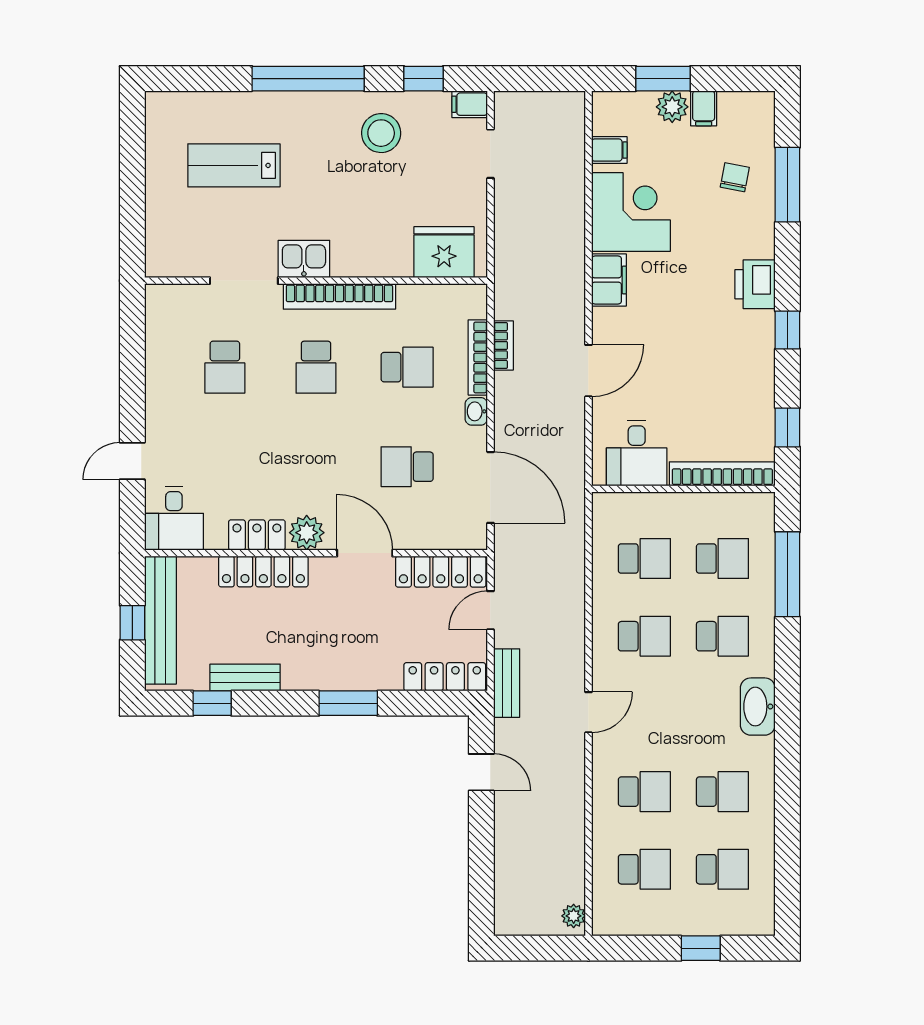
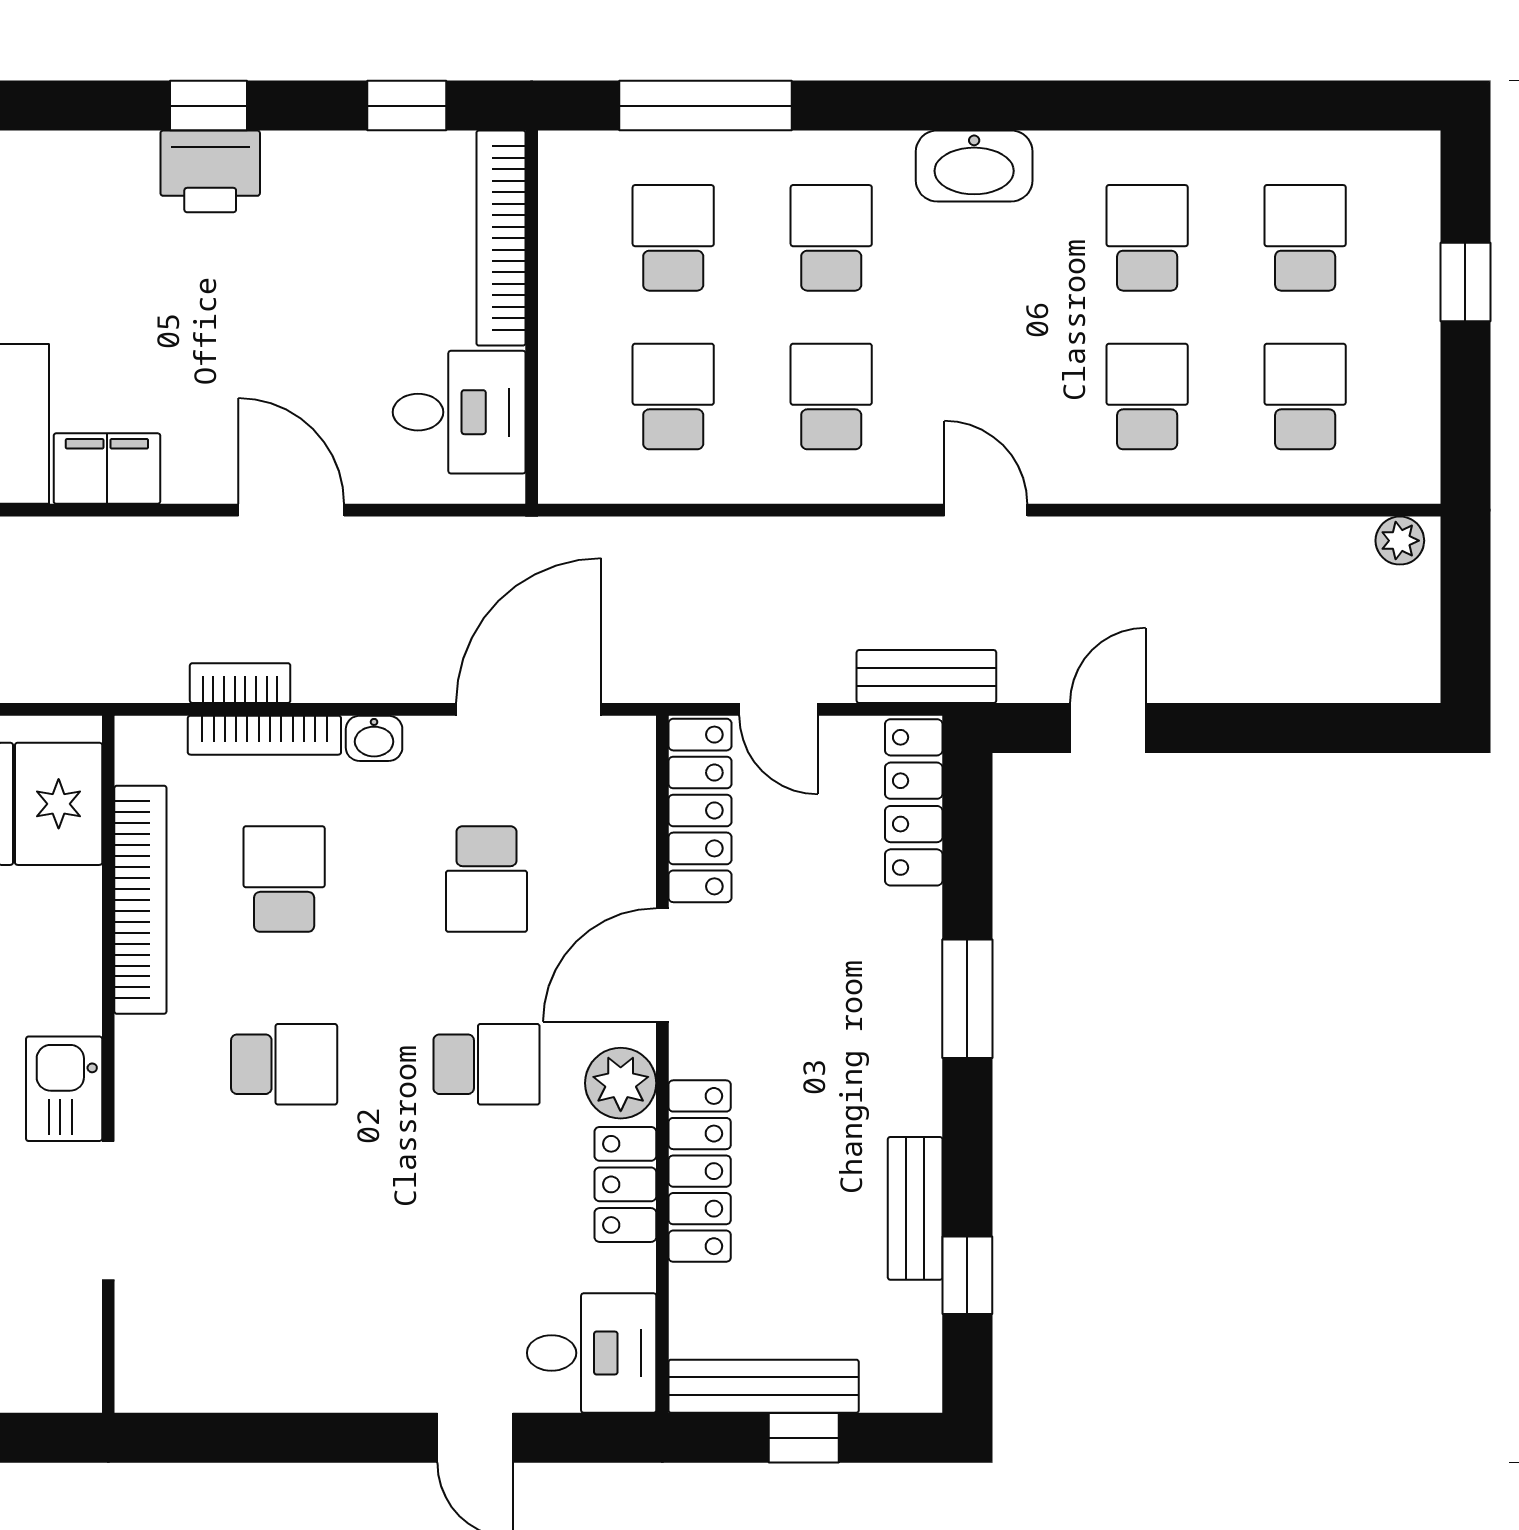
printer: (755, 284) -> (210, 171), moved
bookcase: (339, 296) -> (140, 900), moved
school desk: (225, 367) -> (486, 1064), moved
bench: (160, 620) -> (764, 1386), width x0.73, depth x0.82

